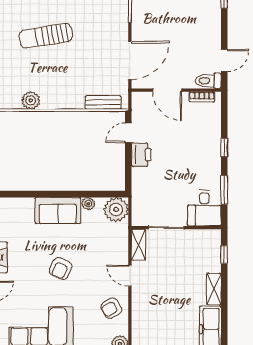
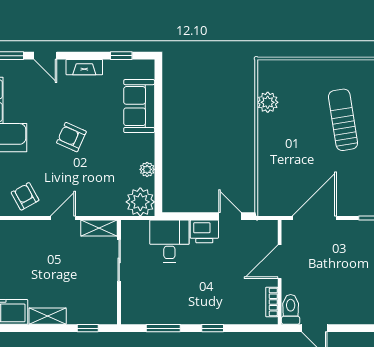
door: (130, 60) -> (314, 218), swing flipped
bench: (103, 102) -> (265, 187), removed
desk: (204, 208) -> (169, 241), moved, turned 90
sofa: (58, 210) -> (139, 106), moved

